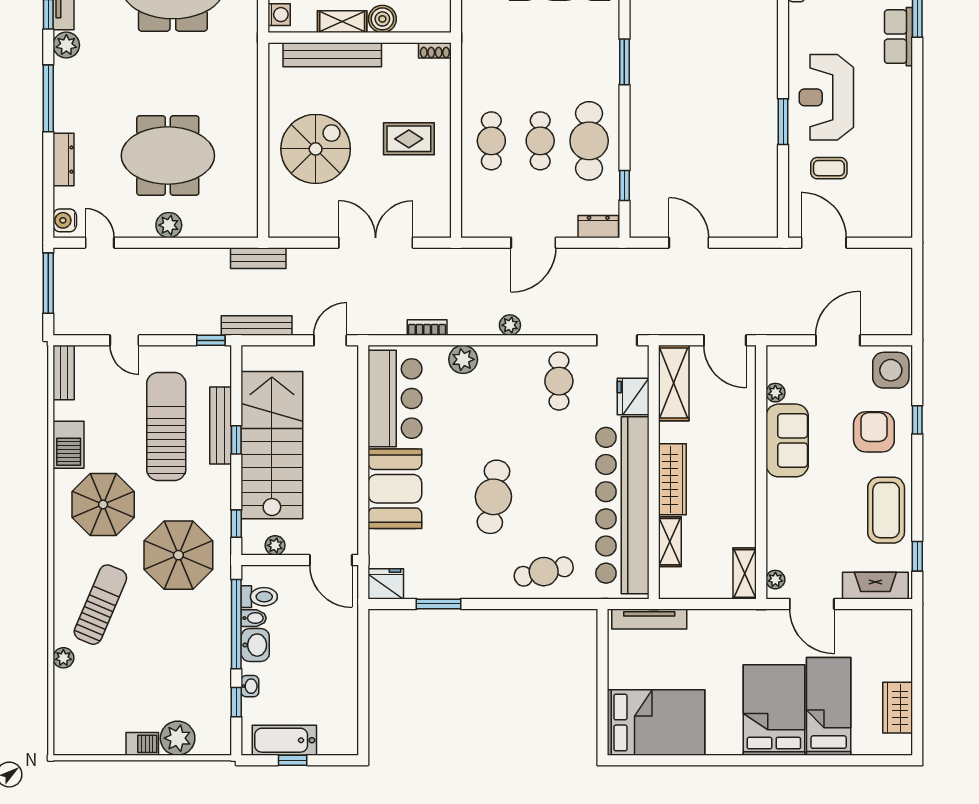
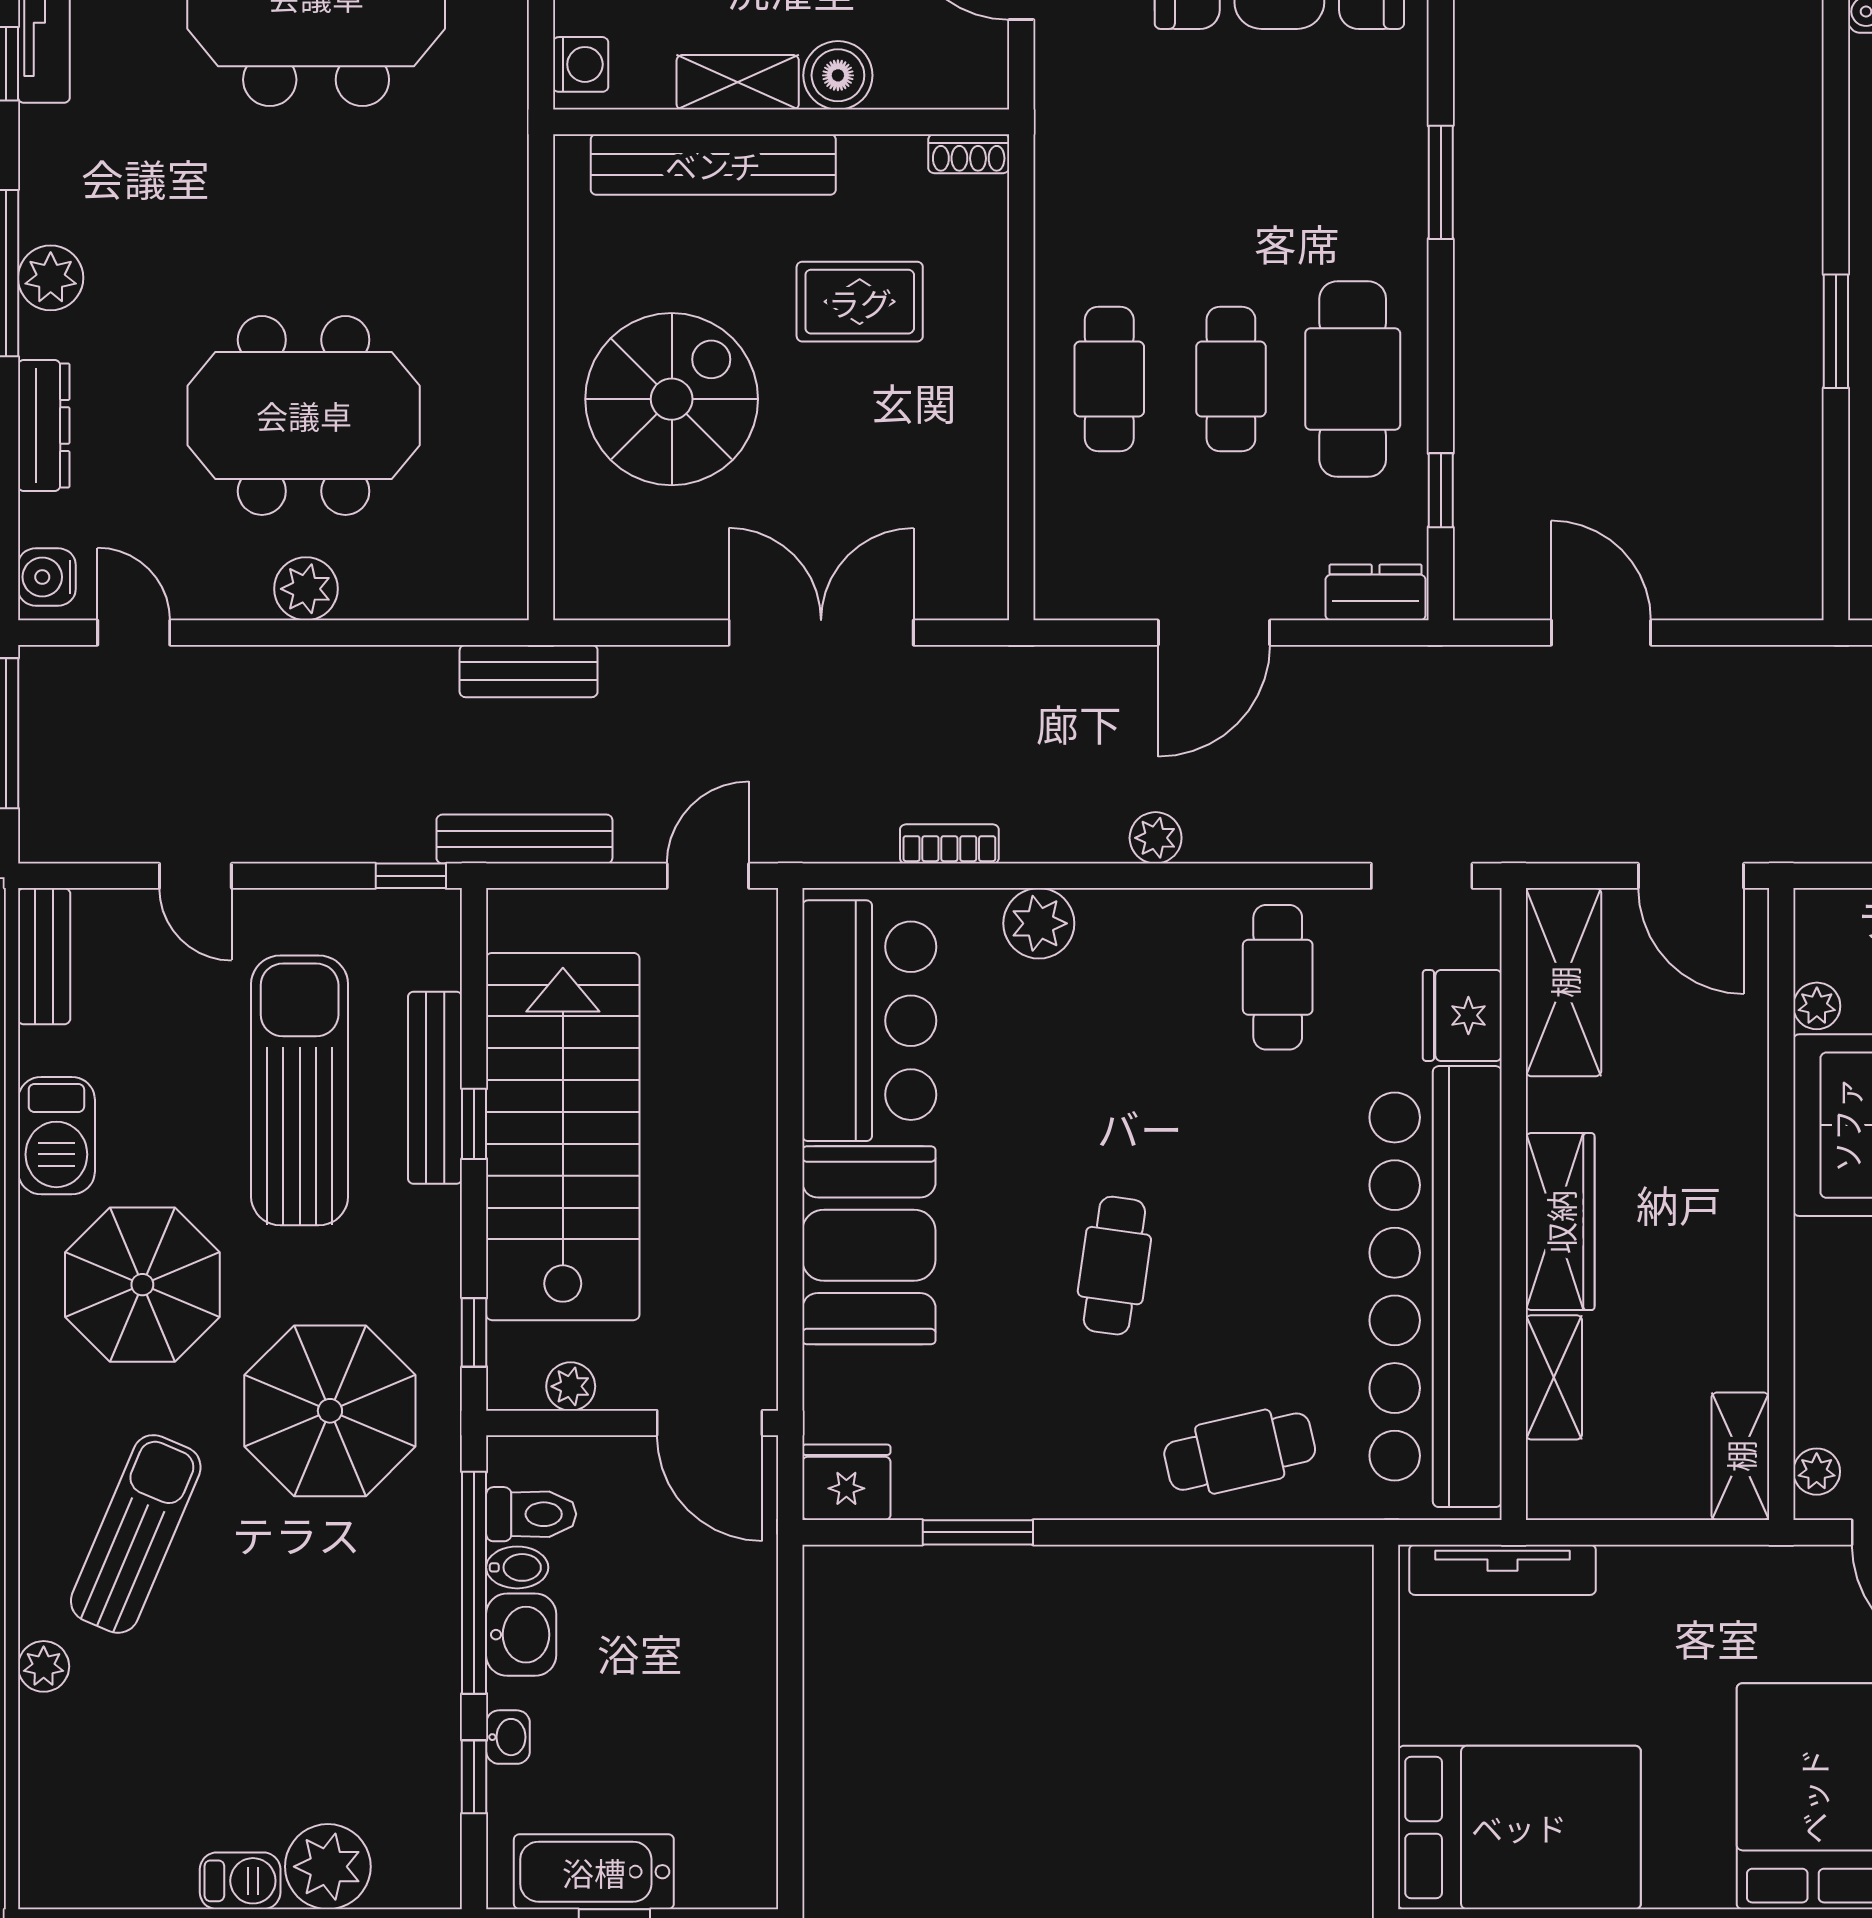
plant: (66, 45) -> (51, 278), moved
rug: (409, 139) -> (860, 302), moved
cafe table: (493, 497) -> (1114, 1266), width x0.73, depth x0.74

